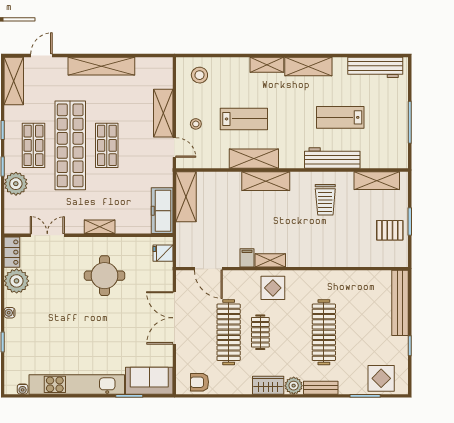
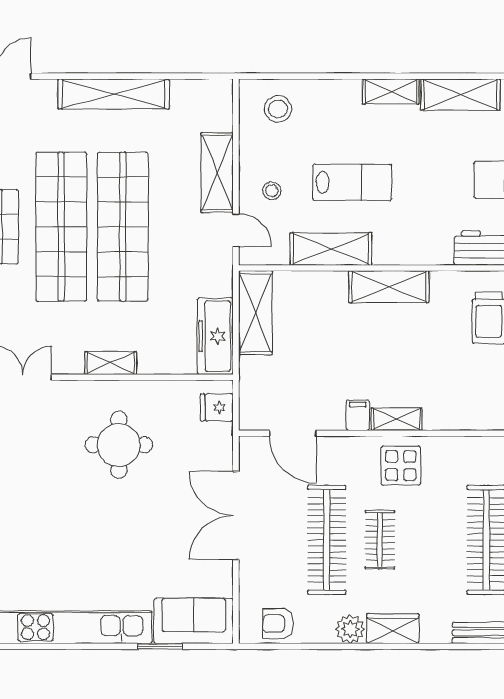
shop shelf: (107, 145) -> (123, 227), width x2.00, depth x1.36
shelving: (254, 159) -> (331, 249), moved
plant: (294, 386) -> (350, 629), moved

